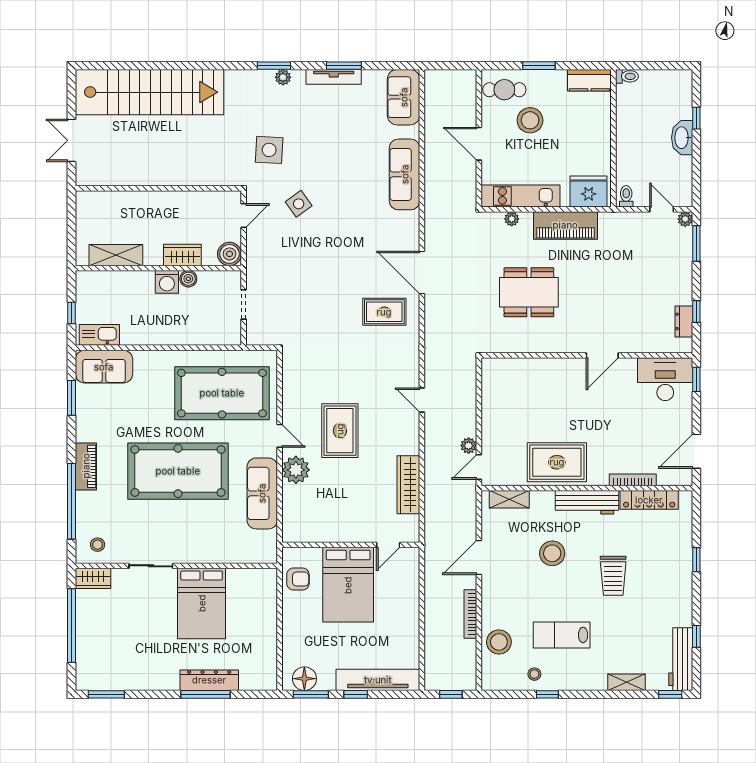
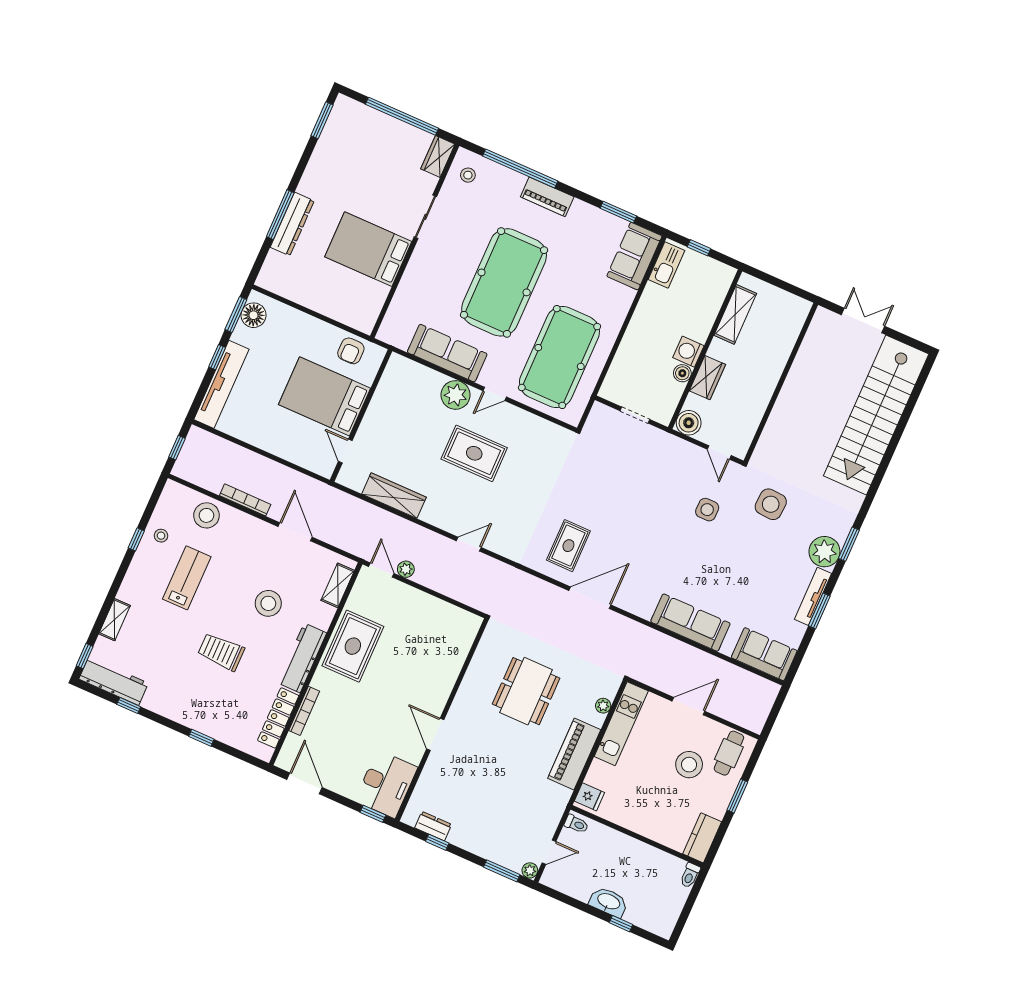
plant: (283, 77) -> (824, 552), width x1.87, depth x1.87
fridge: (589, 191) -> (589, 797), width x0.53, depth x0.75
side table: (299, 204) -> (707, 510), turned 36

